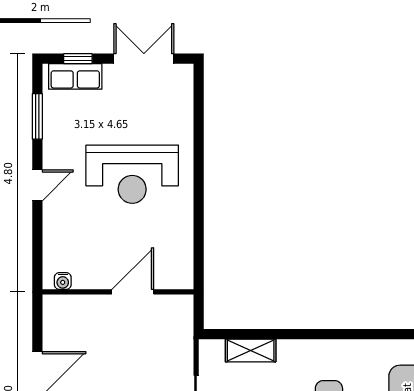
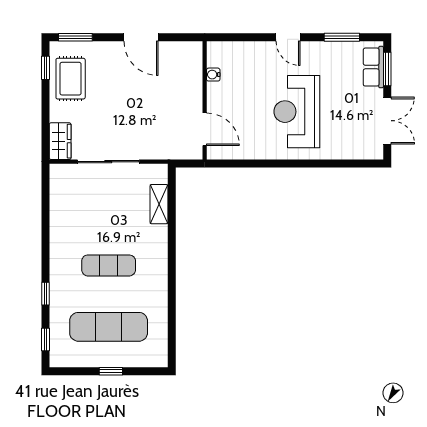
window: (78, 59) -> (387, 69), width x1.50
water cooler: (63, 281) -> (213, 75), moved
door: (133, 292) -> (205, 129), moved

